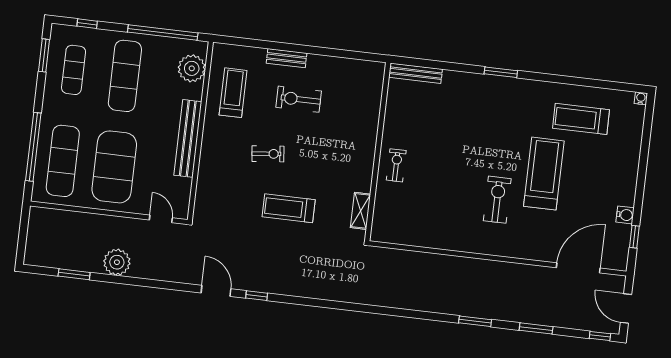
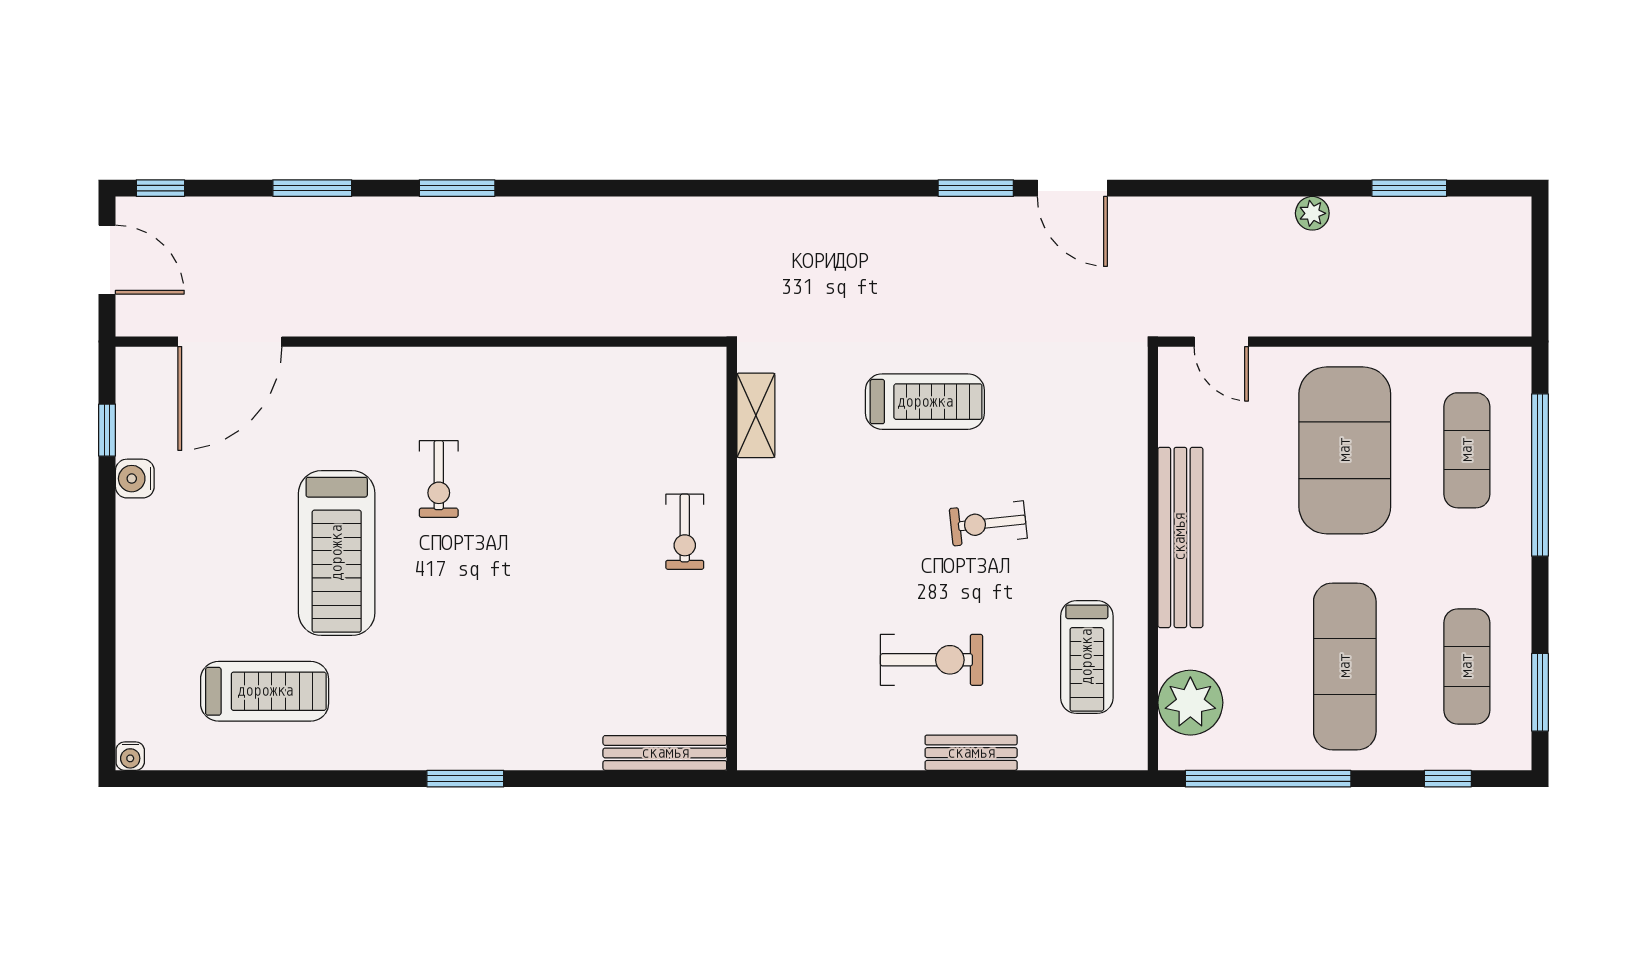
exercise mat: (63, 161) -> (1467, 450), width x0.73, depth x0.69
exercise bike: (497, 200) -> (439, 479), width x0.73, depth x0.72
plant: (117, 262) -> (1312, 213), width x0.53, depth x0.53
window: (257, 296) -> (976, 188), width x1.50

